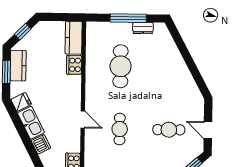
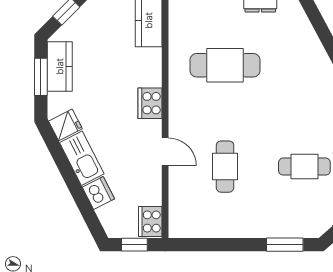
cooker: (74, 65) -> (150, 103), moved
cafe table: (121, 66) -> (225, 65), turned 90

